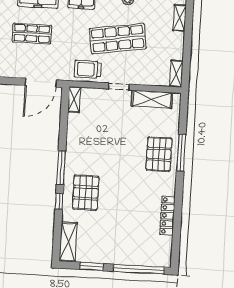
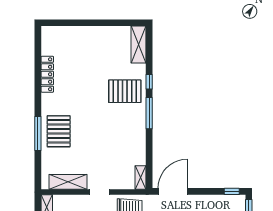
pallet: (86, 193) -> (125, 91), turned 90
window: (92, 266) -> (115, 23), removed
window: (139, 269) -> (71, 23), removed

